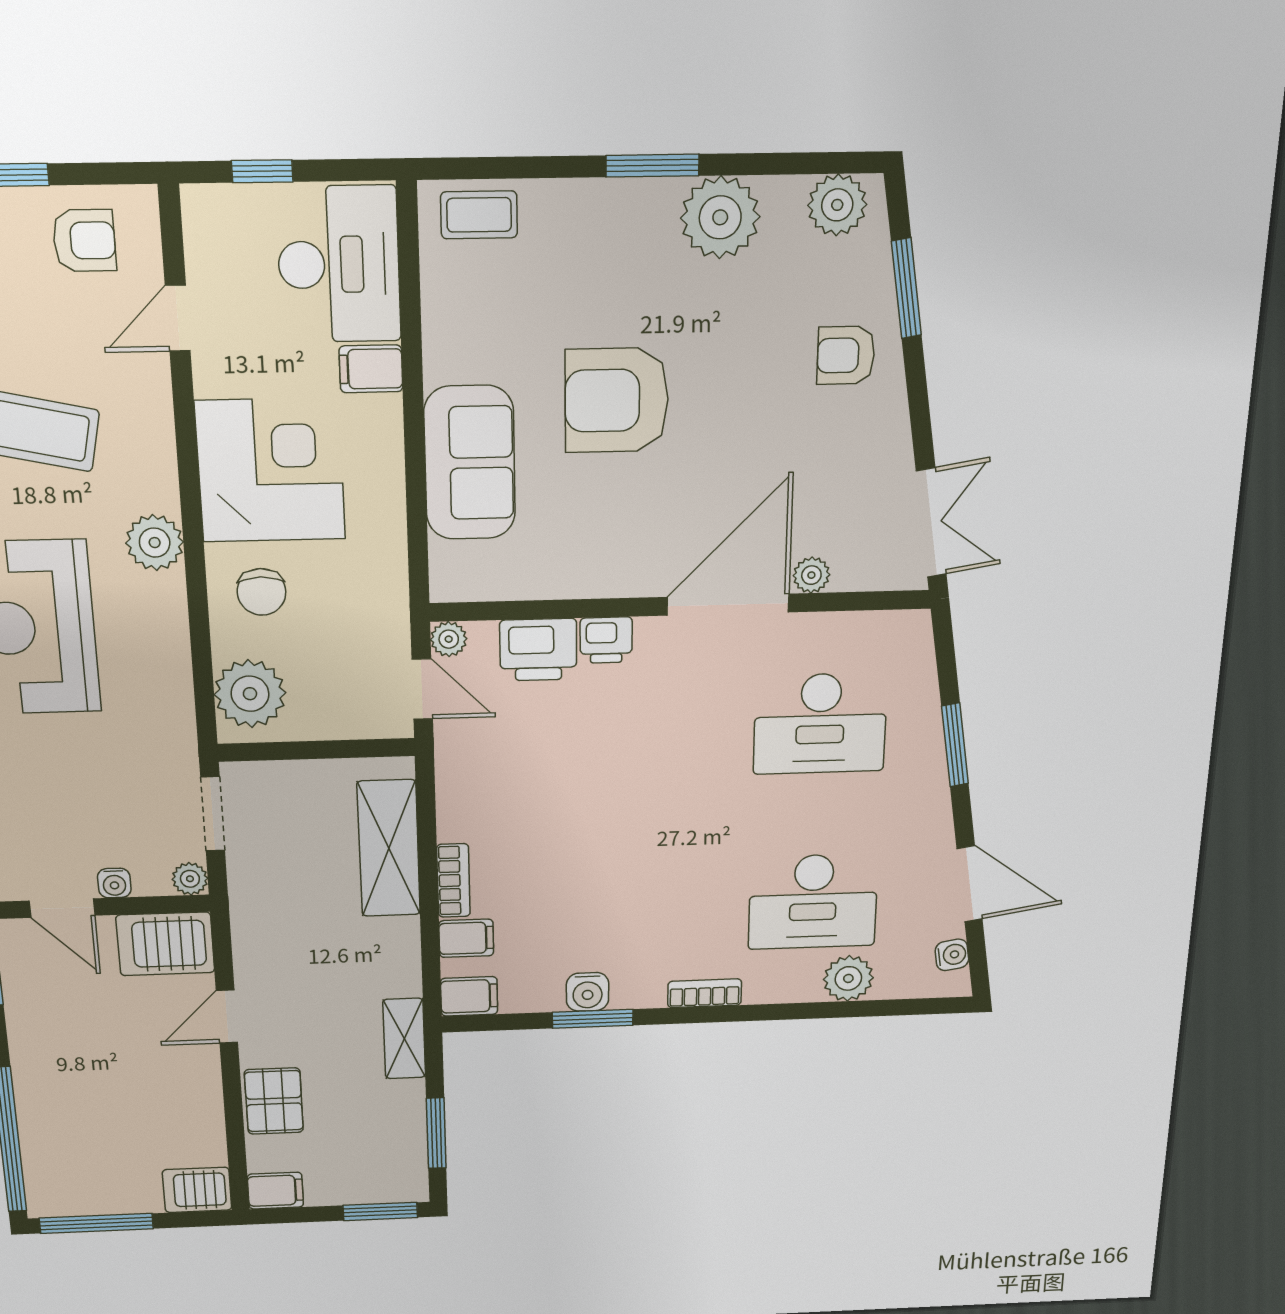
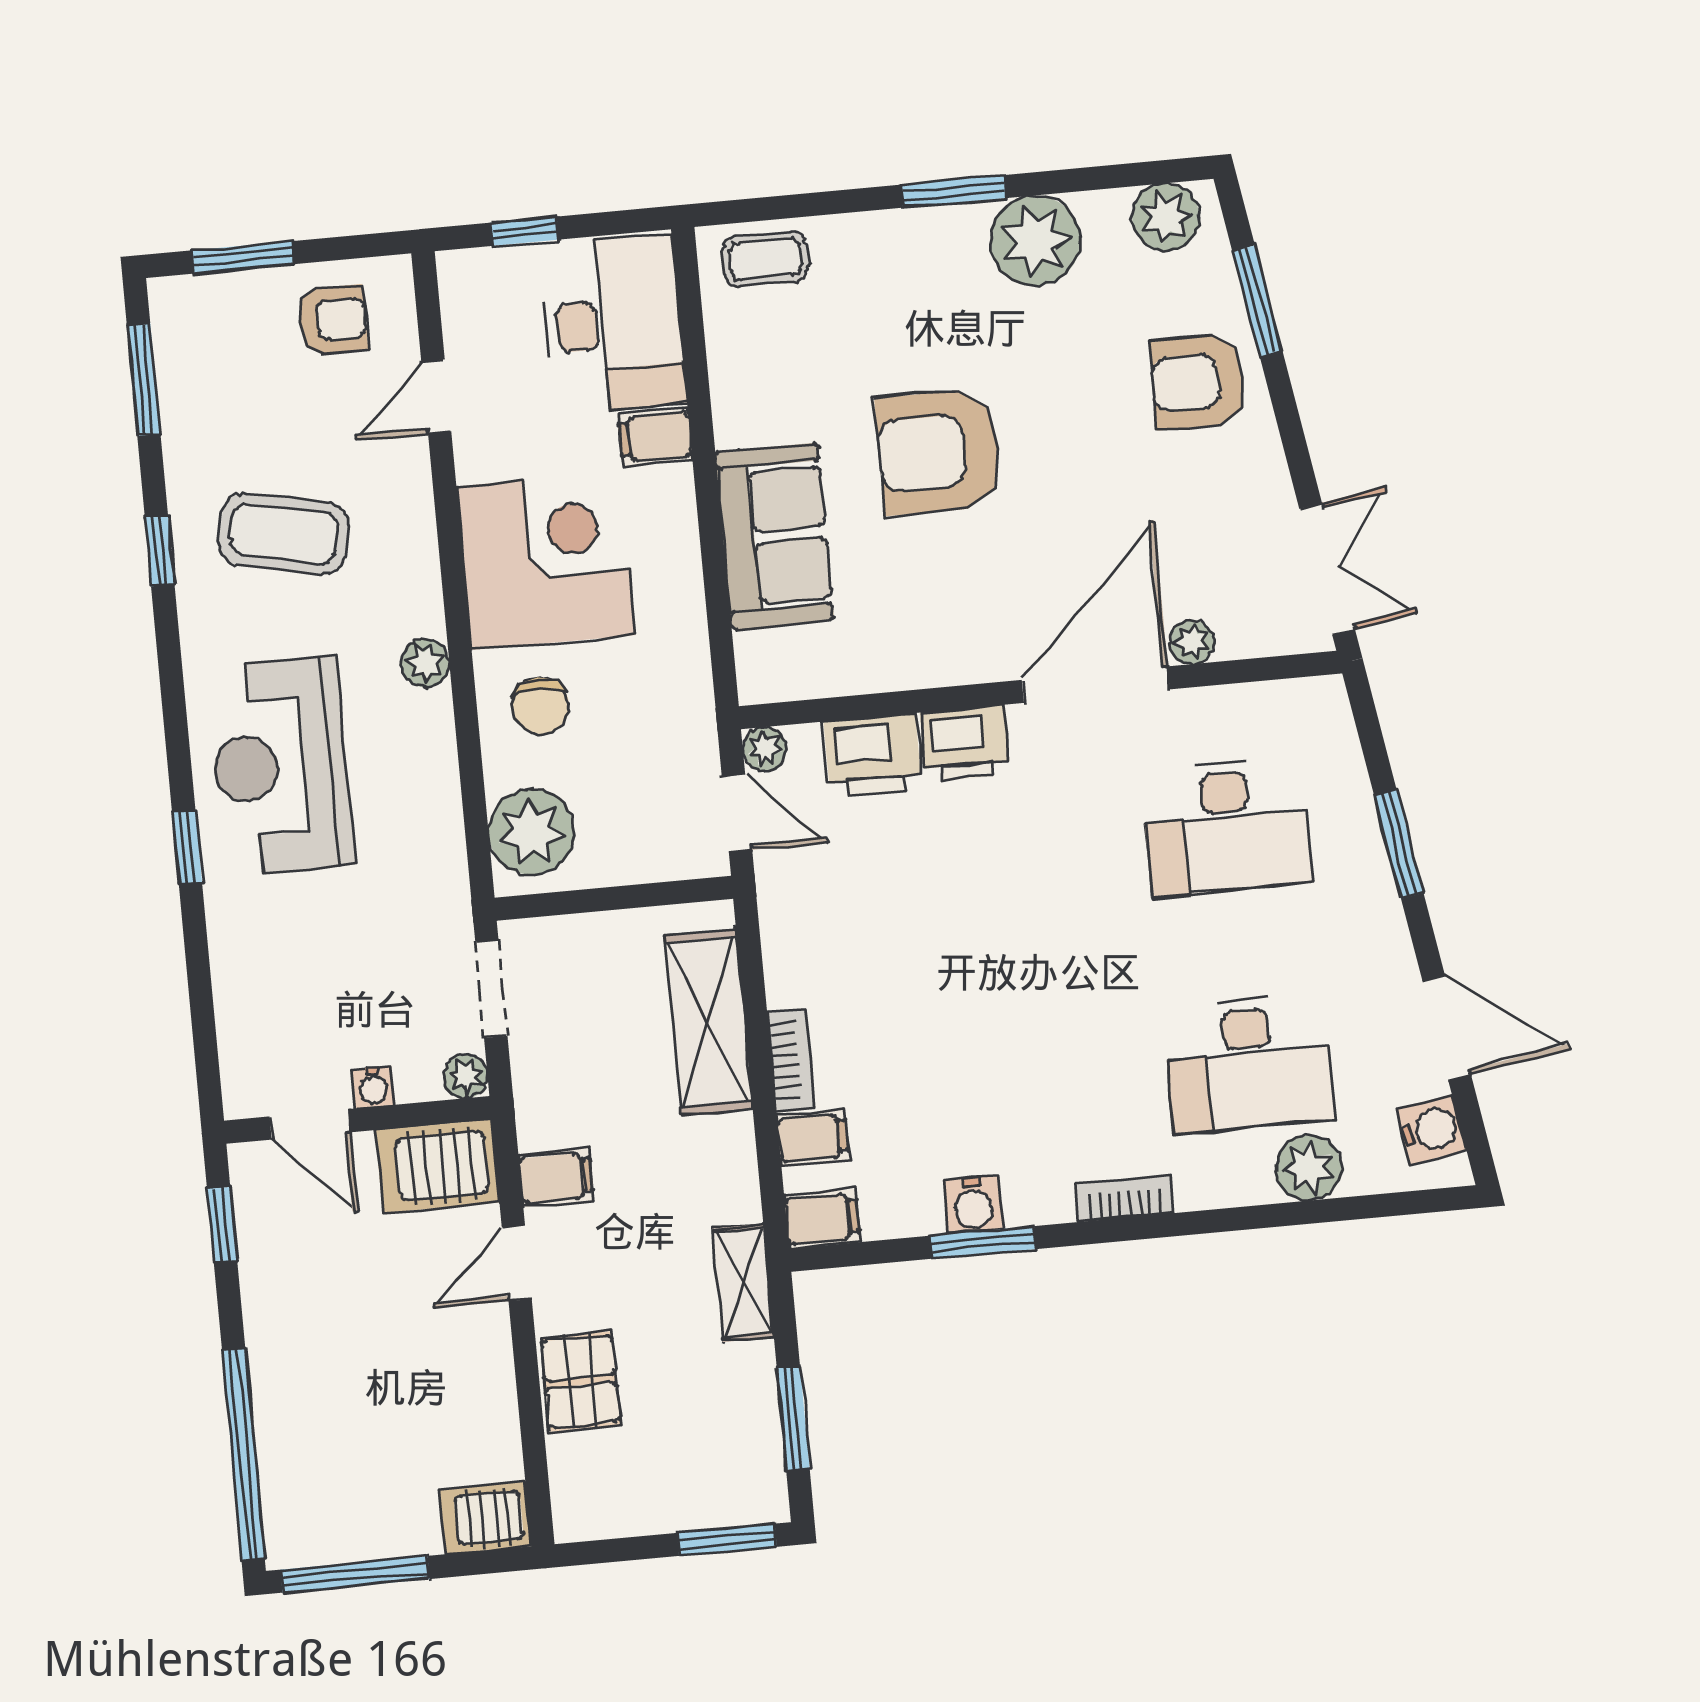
armchair: (846, 355) -> (1198, 382), width x1.38, depth x1.38
plant: (155, 543) -> (425, 663), width x0.73, depth x0.73
printer: (606, 640) -> (965, 744), width x1.36, depth x1.24
water cooler: (952, 955) -> (1431, 1129), width x1.38, depth x1.38
filing cabinet: (275, 1191) -> (556, 1178), moved

